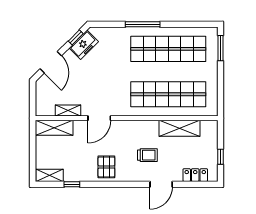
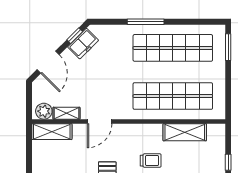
plant: (47, 109) -> (44, 111), added

